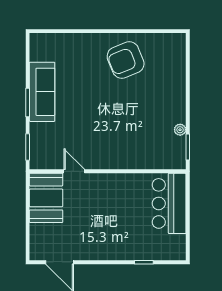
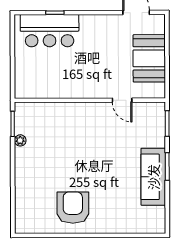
armchair: (126, 60) -> (73, 208), turned -68
booth: (46, 198) -> (149, 58), moved
bar counter: (169, 203) -> (50, 31), moved, turned 90

